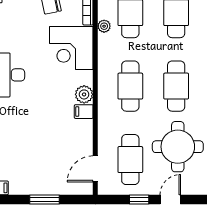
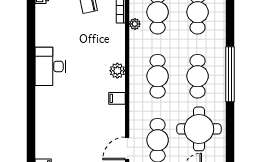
corner desk: (71, 48) -> (106, 43), removed
plant: (84, 94) -> (117, 71), moved

